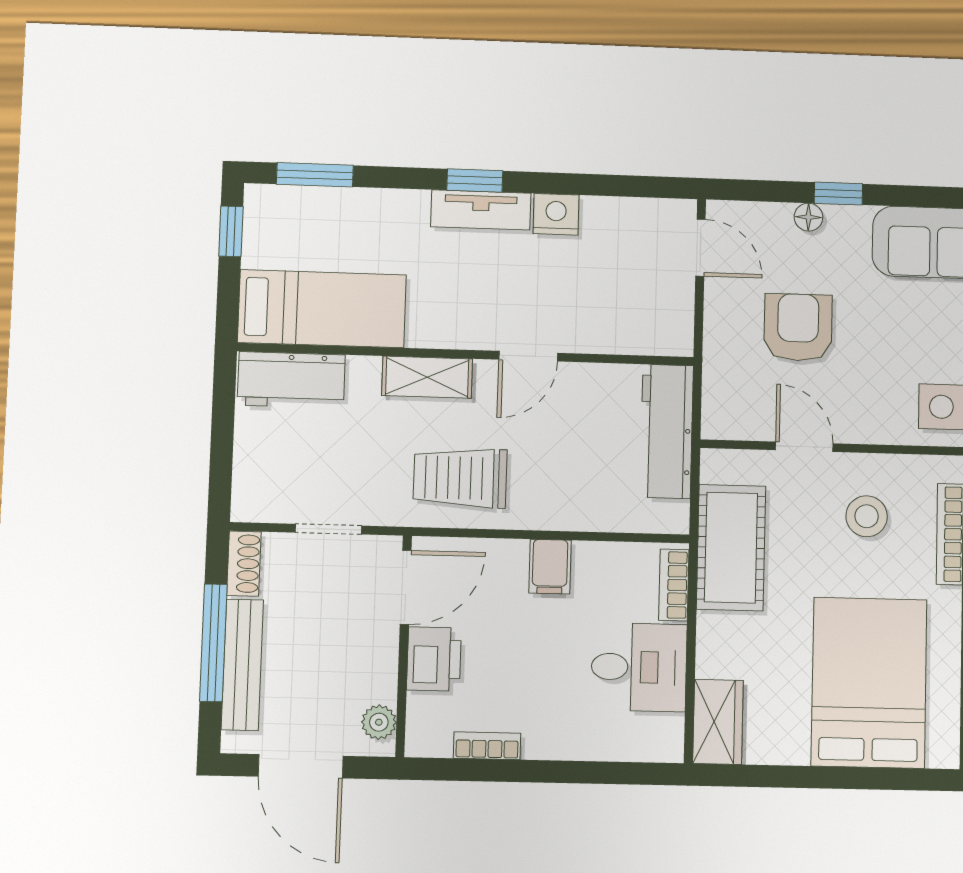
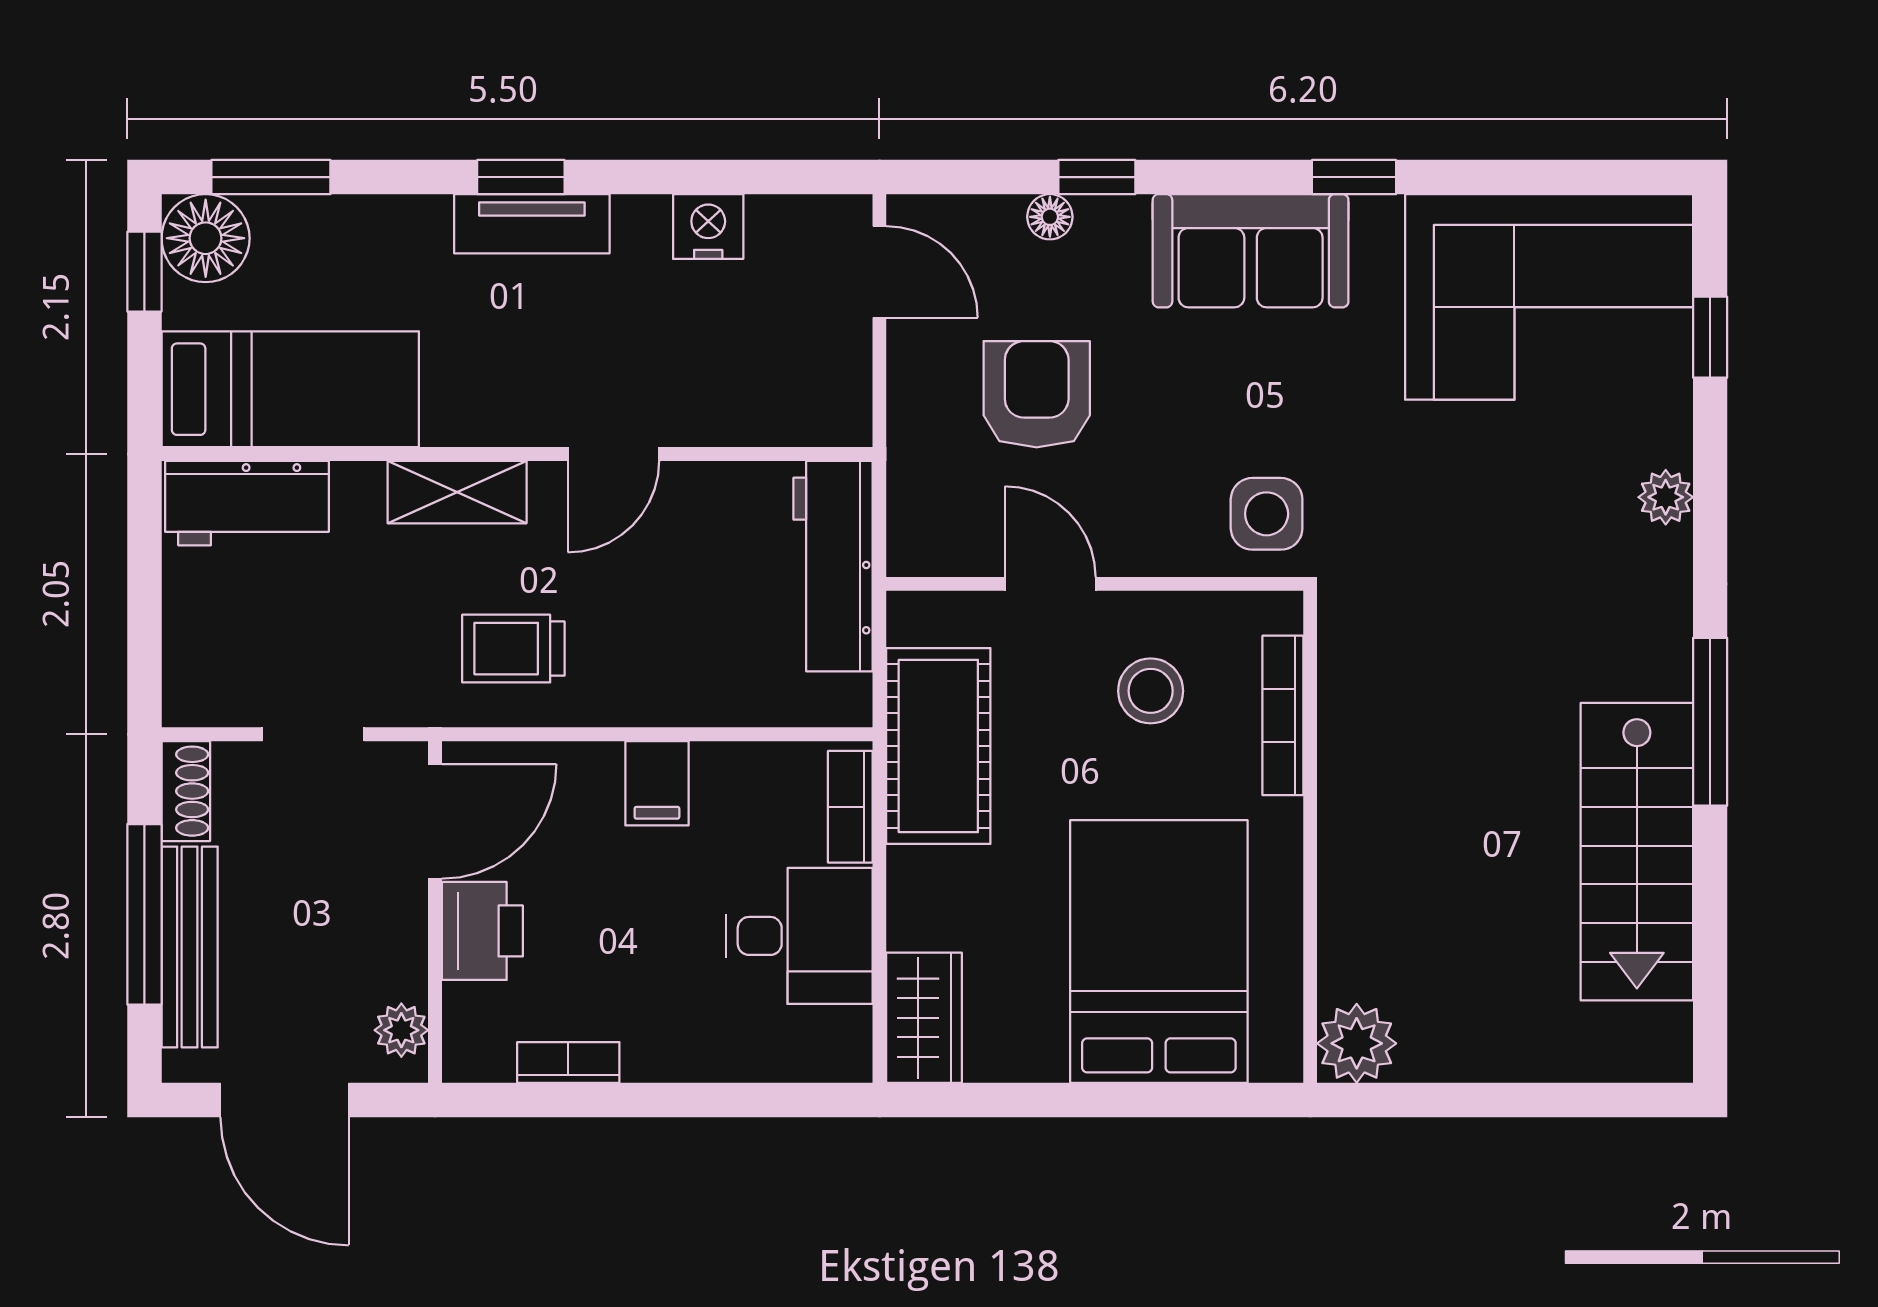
floor lamp: (271, 212) -> (206, 238), added
nightstand: (556, 214) -> (708, 227), moved
trolley: (460, 478) -> (513, 649), width x0.73, depth x0.72

